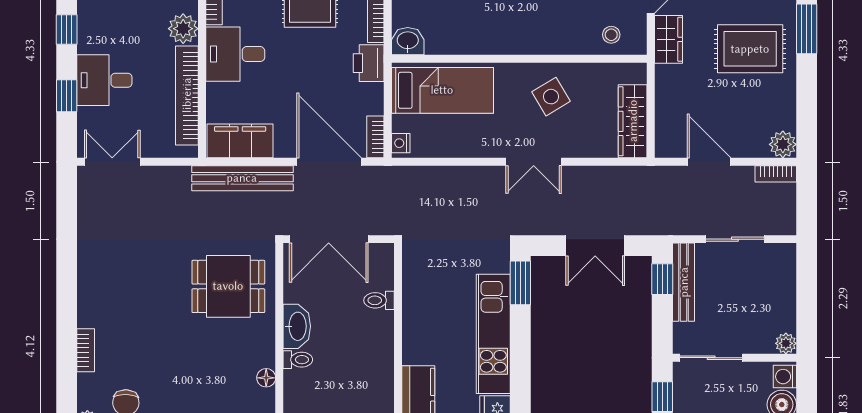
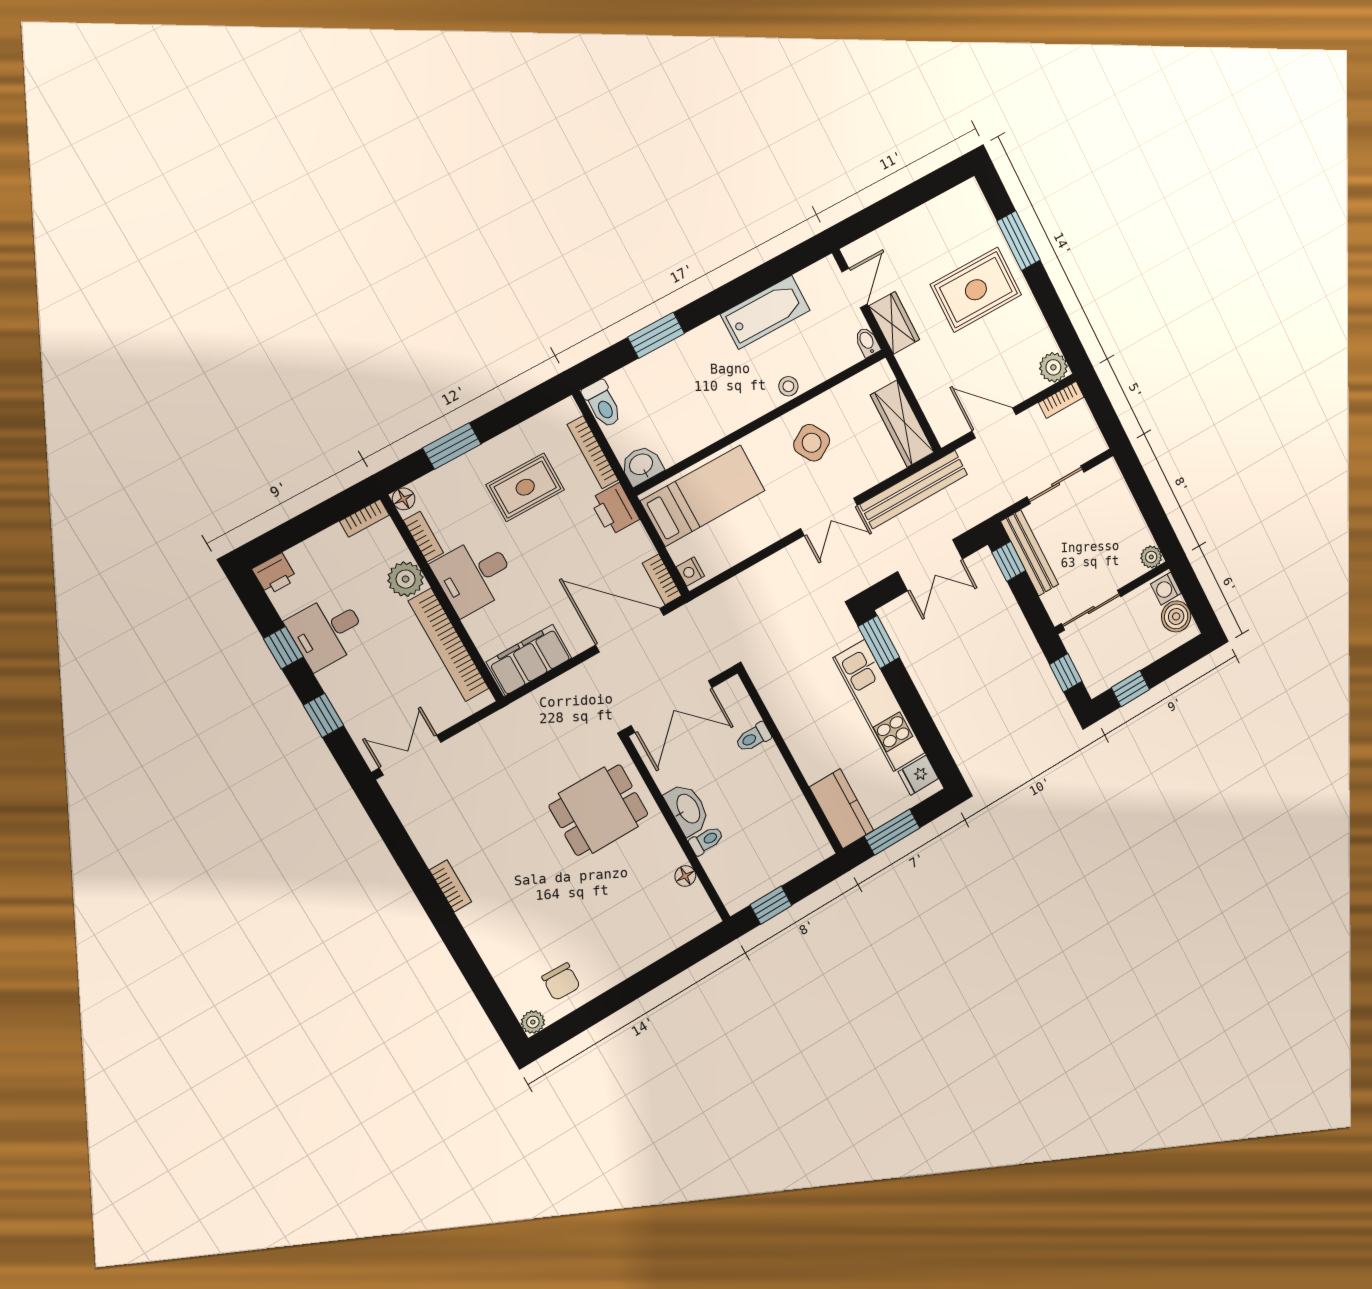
stool: (611, 35) -> (788, 386), moved
bidet: (638, 43) -> (867, 342), added
desk: (104, 80) -> (327, 631), moved
bench: (242, 178) -> (914, 489), moved
bookcase: (86, 350) -> (450, 886), moved

